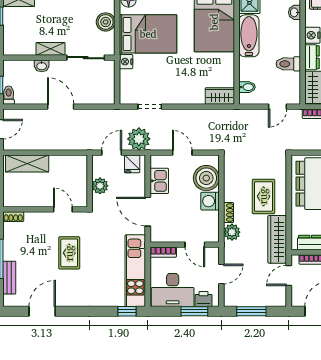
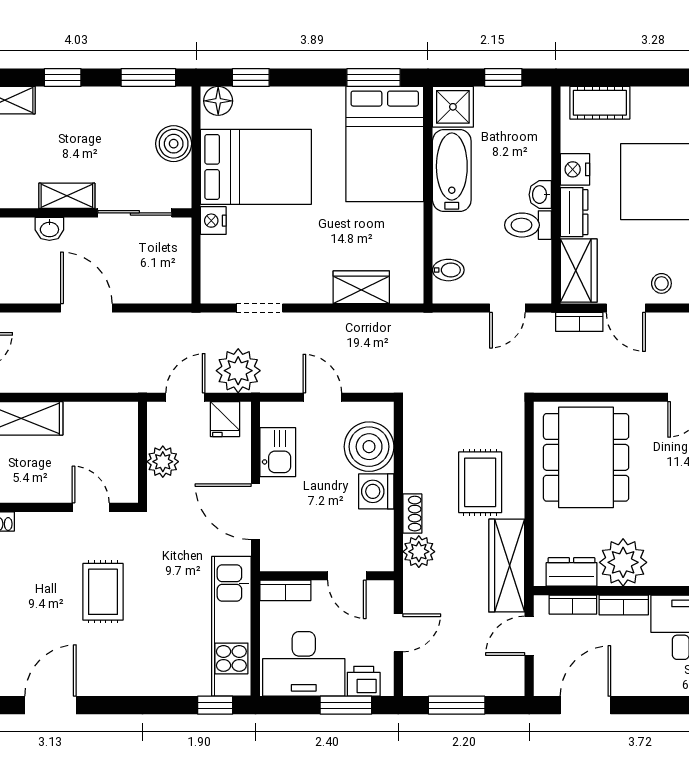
washbasin: (294, 12) -> (540, 195), moved
wardrobe: (220, 96) -> (361, 287), moved

